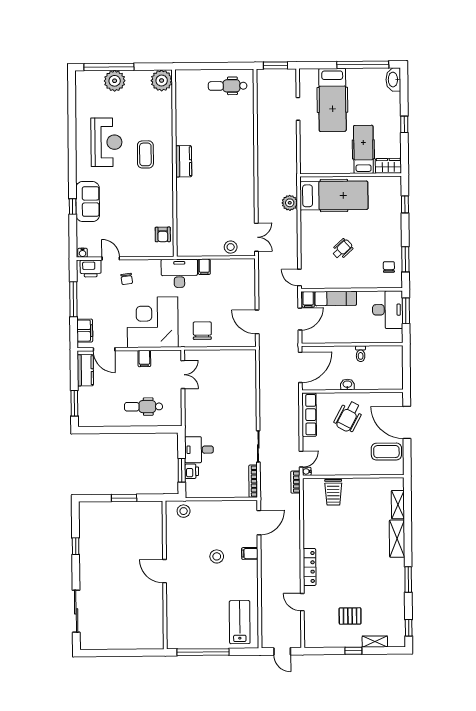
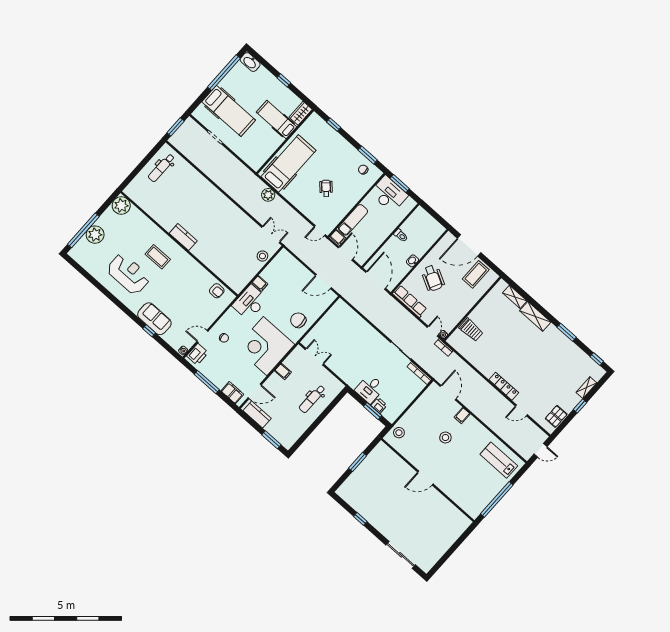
pallet: (350, 616) -> (556, 416), moved

